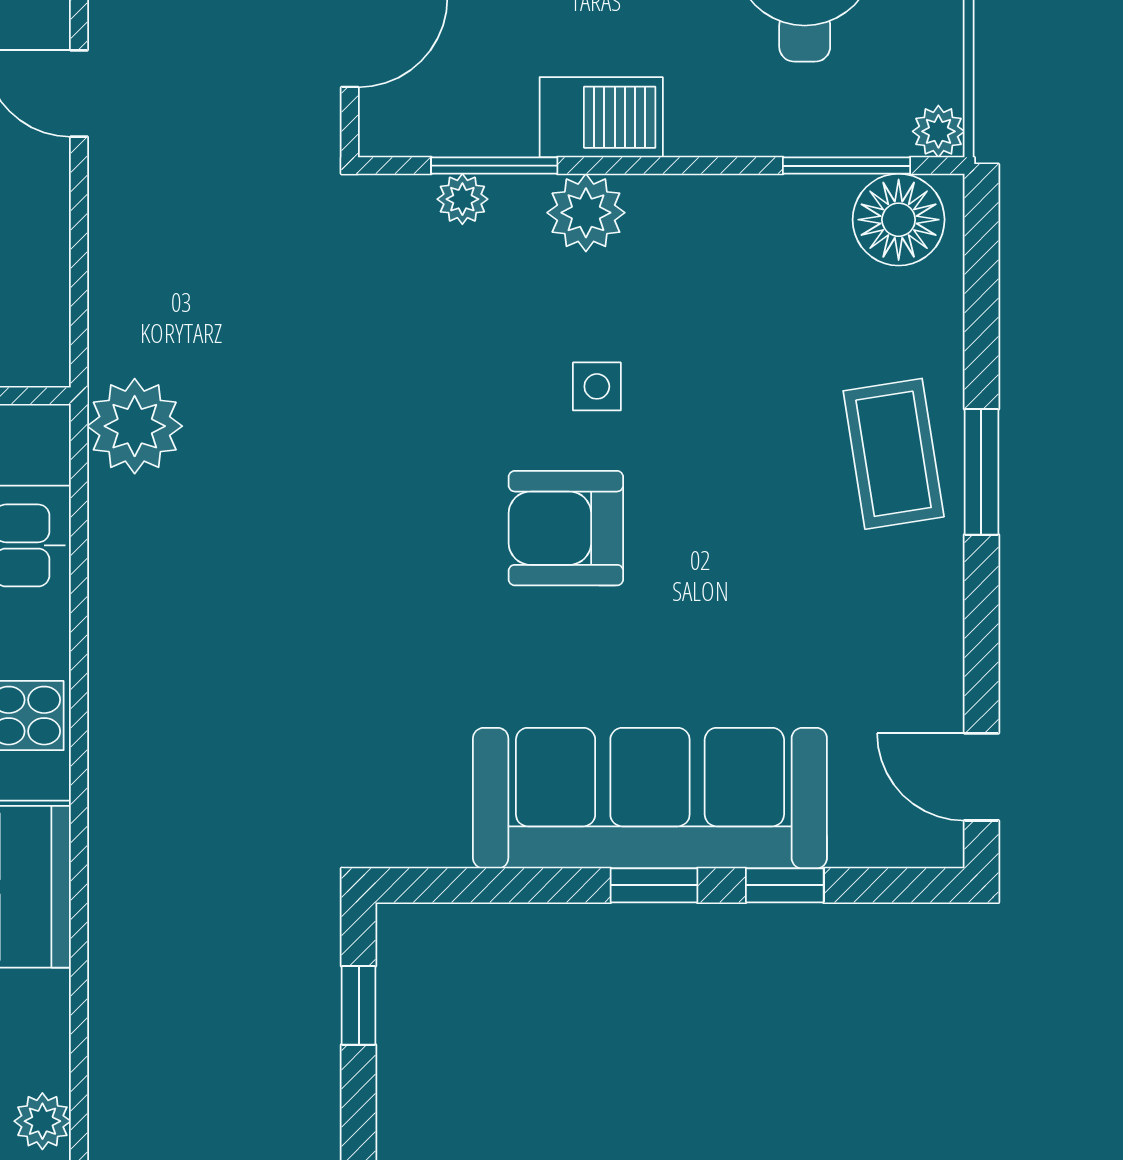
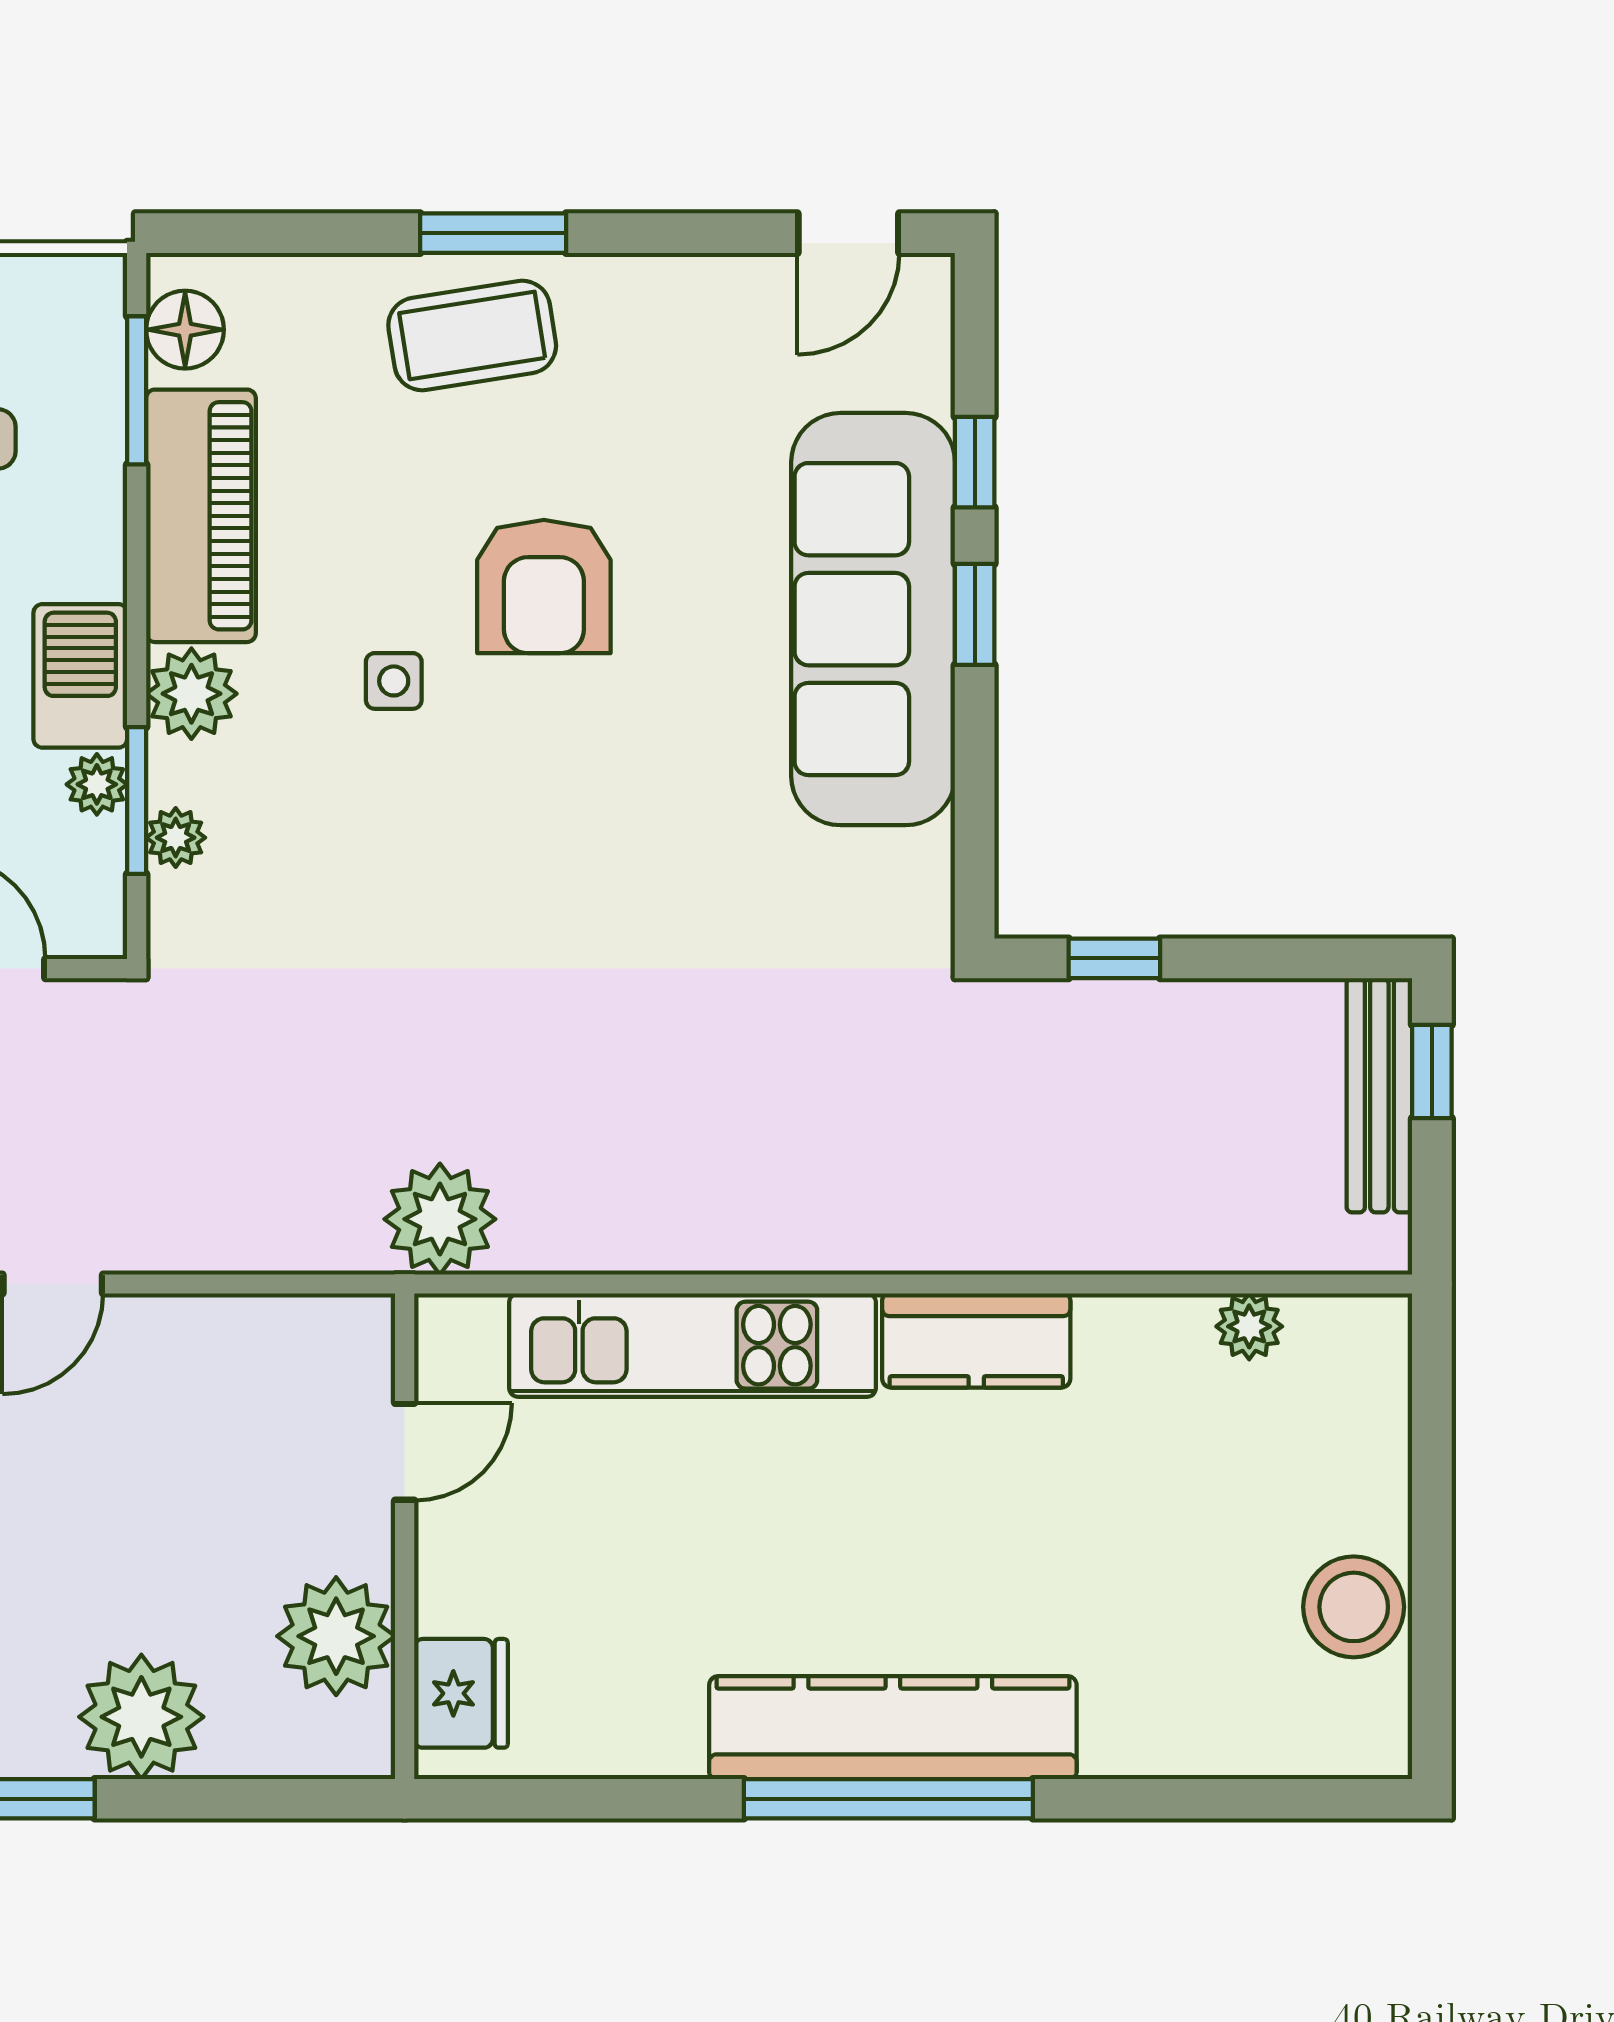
plant: (938, 131) -> (97, 784), moved
floor lamp: (899, 220) -> (185, 330), width x0.73, depth x0.73
piano: (739, 221) -> (201, 516), added
armchair: (566, 528) -> (544, 587), moved

